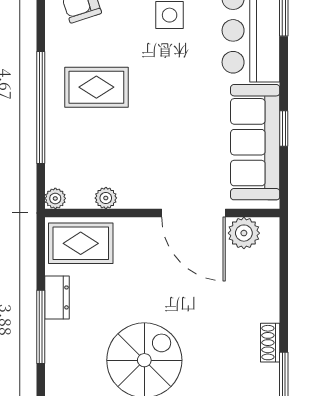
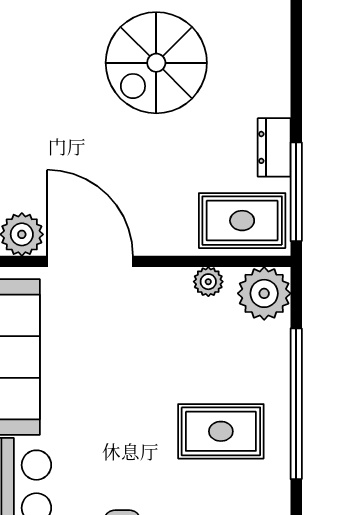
plant: (55, 198) -> (264, 293), width x1.88, depth x1.88
window: (41, 327) -> (296, 192), moved

